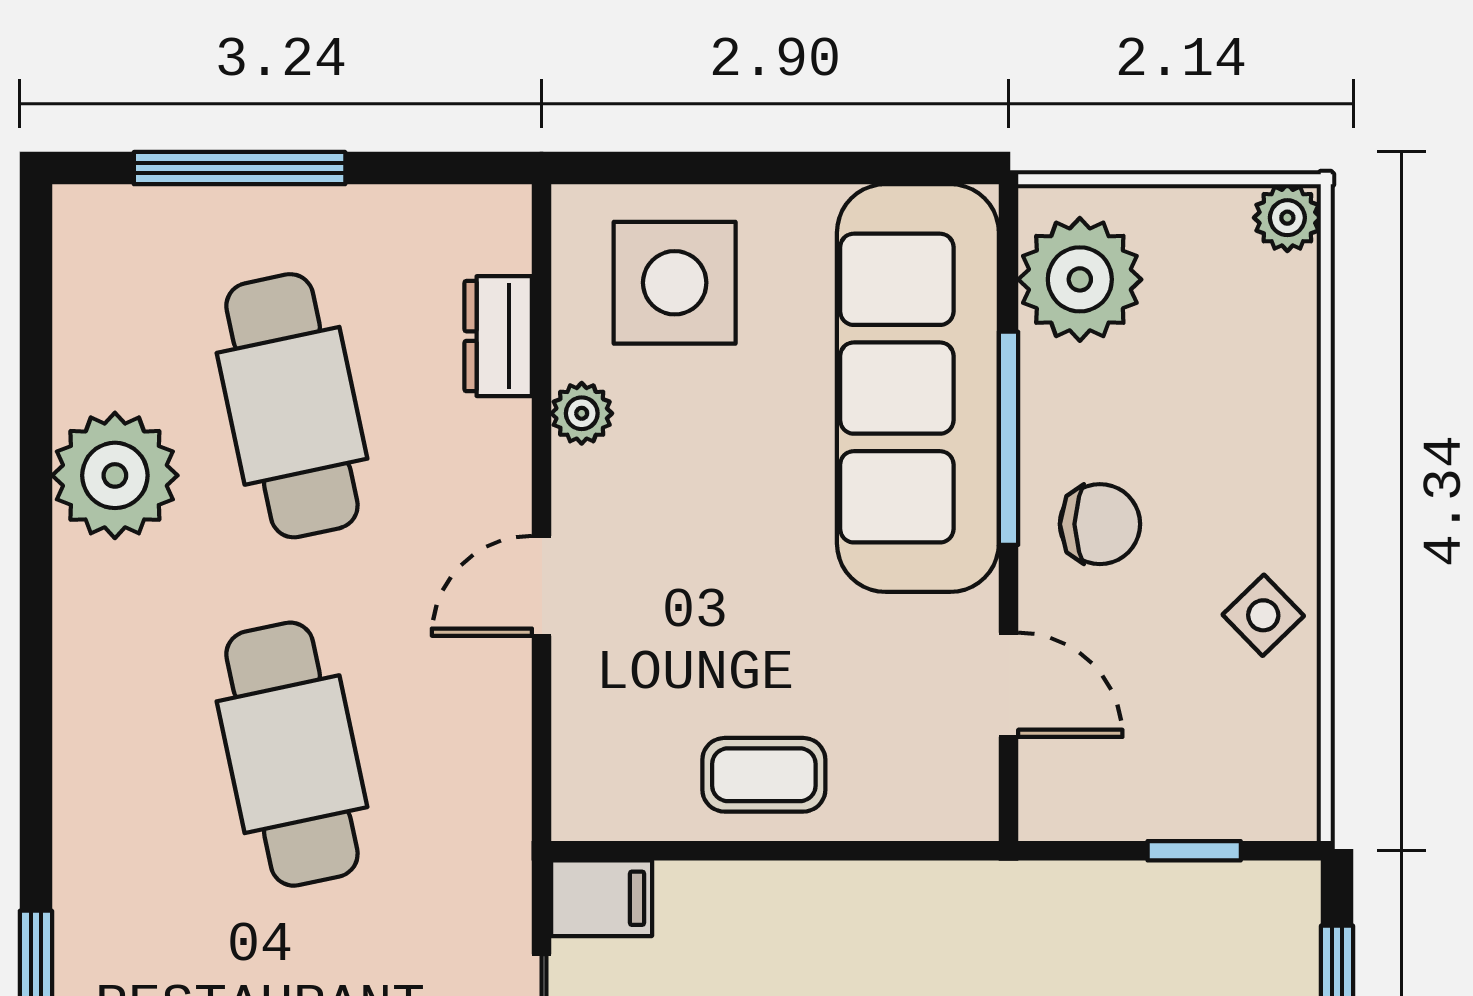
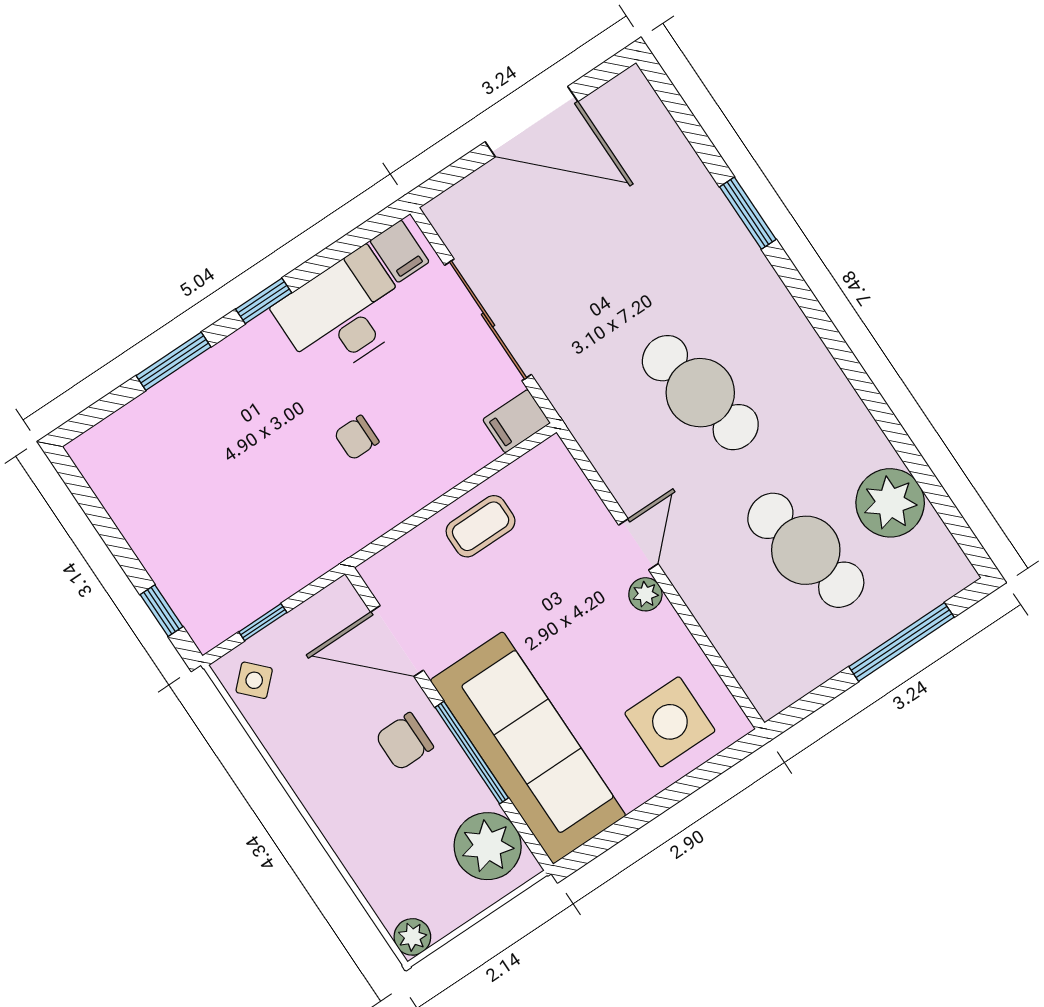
dresser: (498, 336) -> (734, 644), removed
plant: (582, 413) -> (645, 594), moved
plant: (115, 475) -> (890, 503), moved
side table: (1263, 615) -> (254, 680), moved
door: (1009, 685) -> (397, 641), width x1.38

